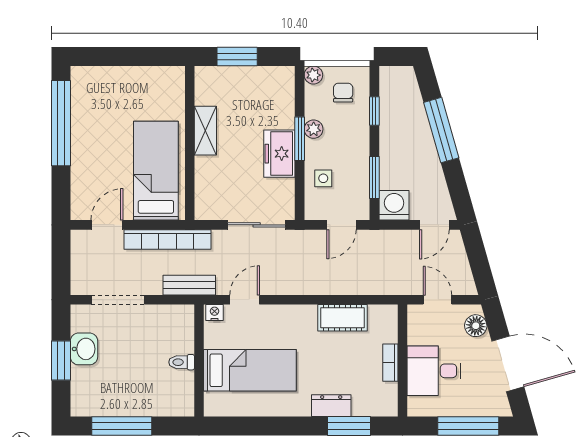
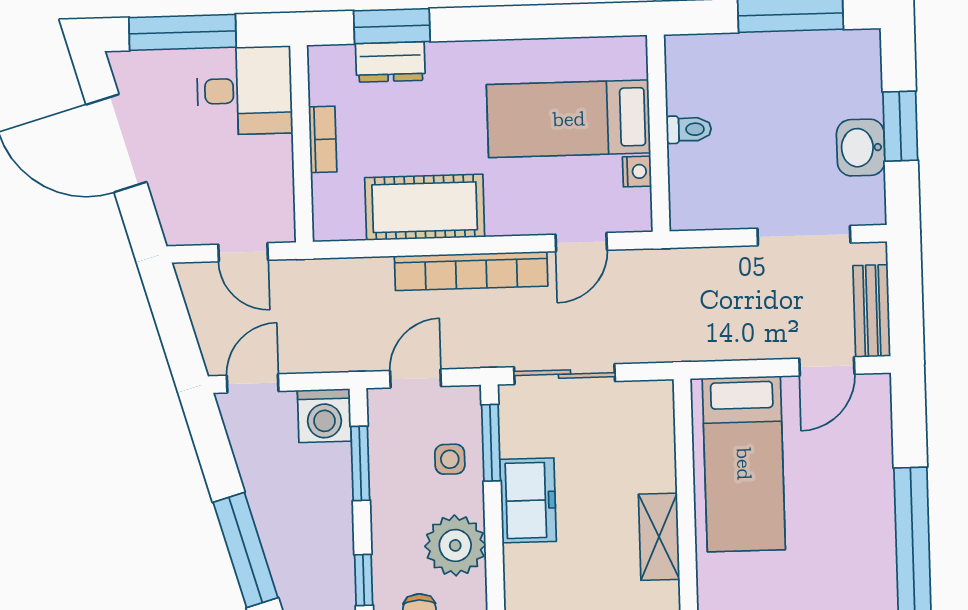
plant: (314, 129) -> (455, 545), width x1.88, depth x1.88
window: (300, 139) -> (491, 443), moved
bookcase: (168, 239) -> (471, 271), moved, turned 180
bench: (189, 285) -> (872, 311), moved, turned 90
nightstand: (215, 312) -> (637, 171), moved, turned -90
cot: (342, 318) -> (425, 207), width x1.37, depth x1.34
floor lamp: (476, 326) -> (175, 209), removed
desk: (434, 371) -> (245, 91), moved
dresser: (331, 406) -> (390, 62), moved

